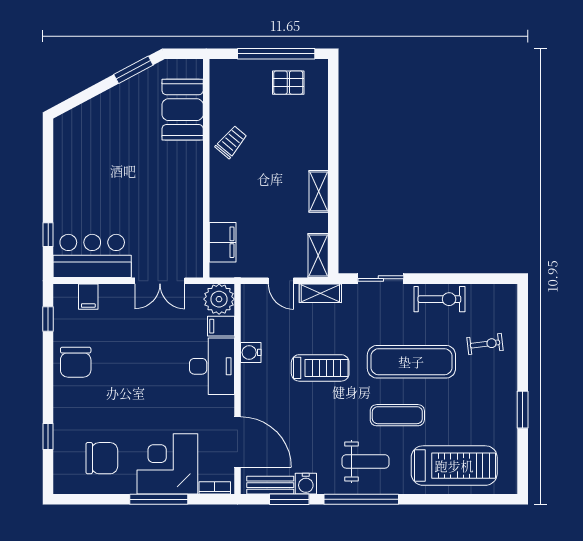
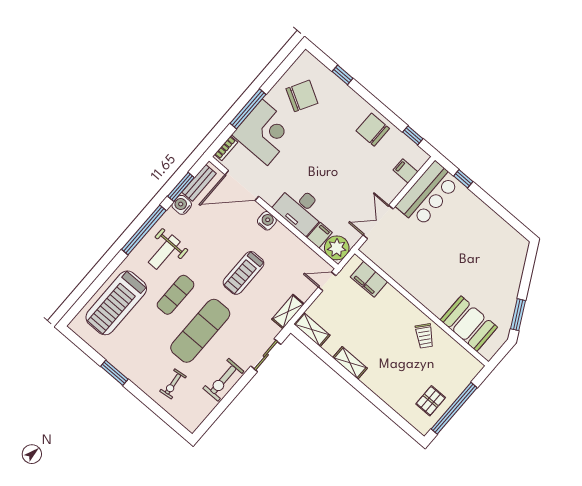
door: (281, 281) -> (327, 281), moved
water cooler: (251, 352) -> (267, 221), moved
chair: (102, 458) -> (302, 96), turned -151

